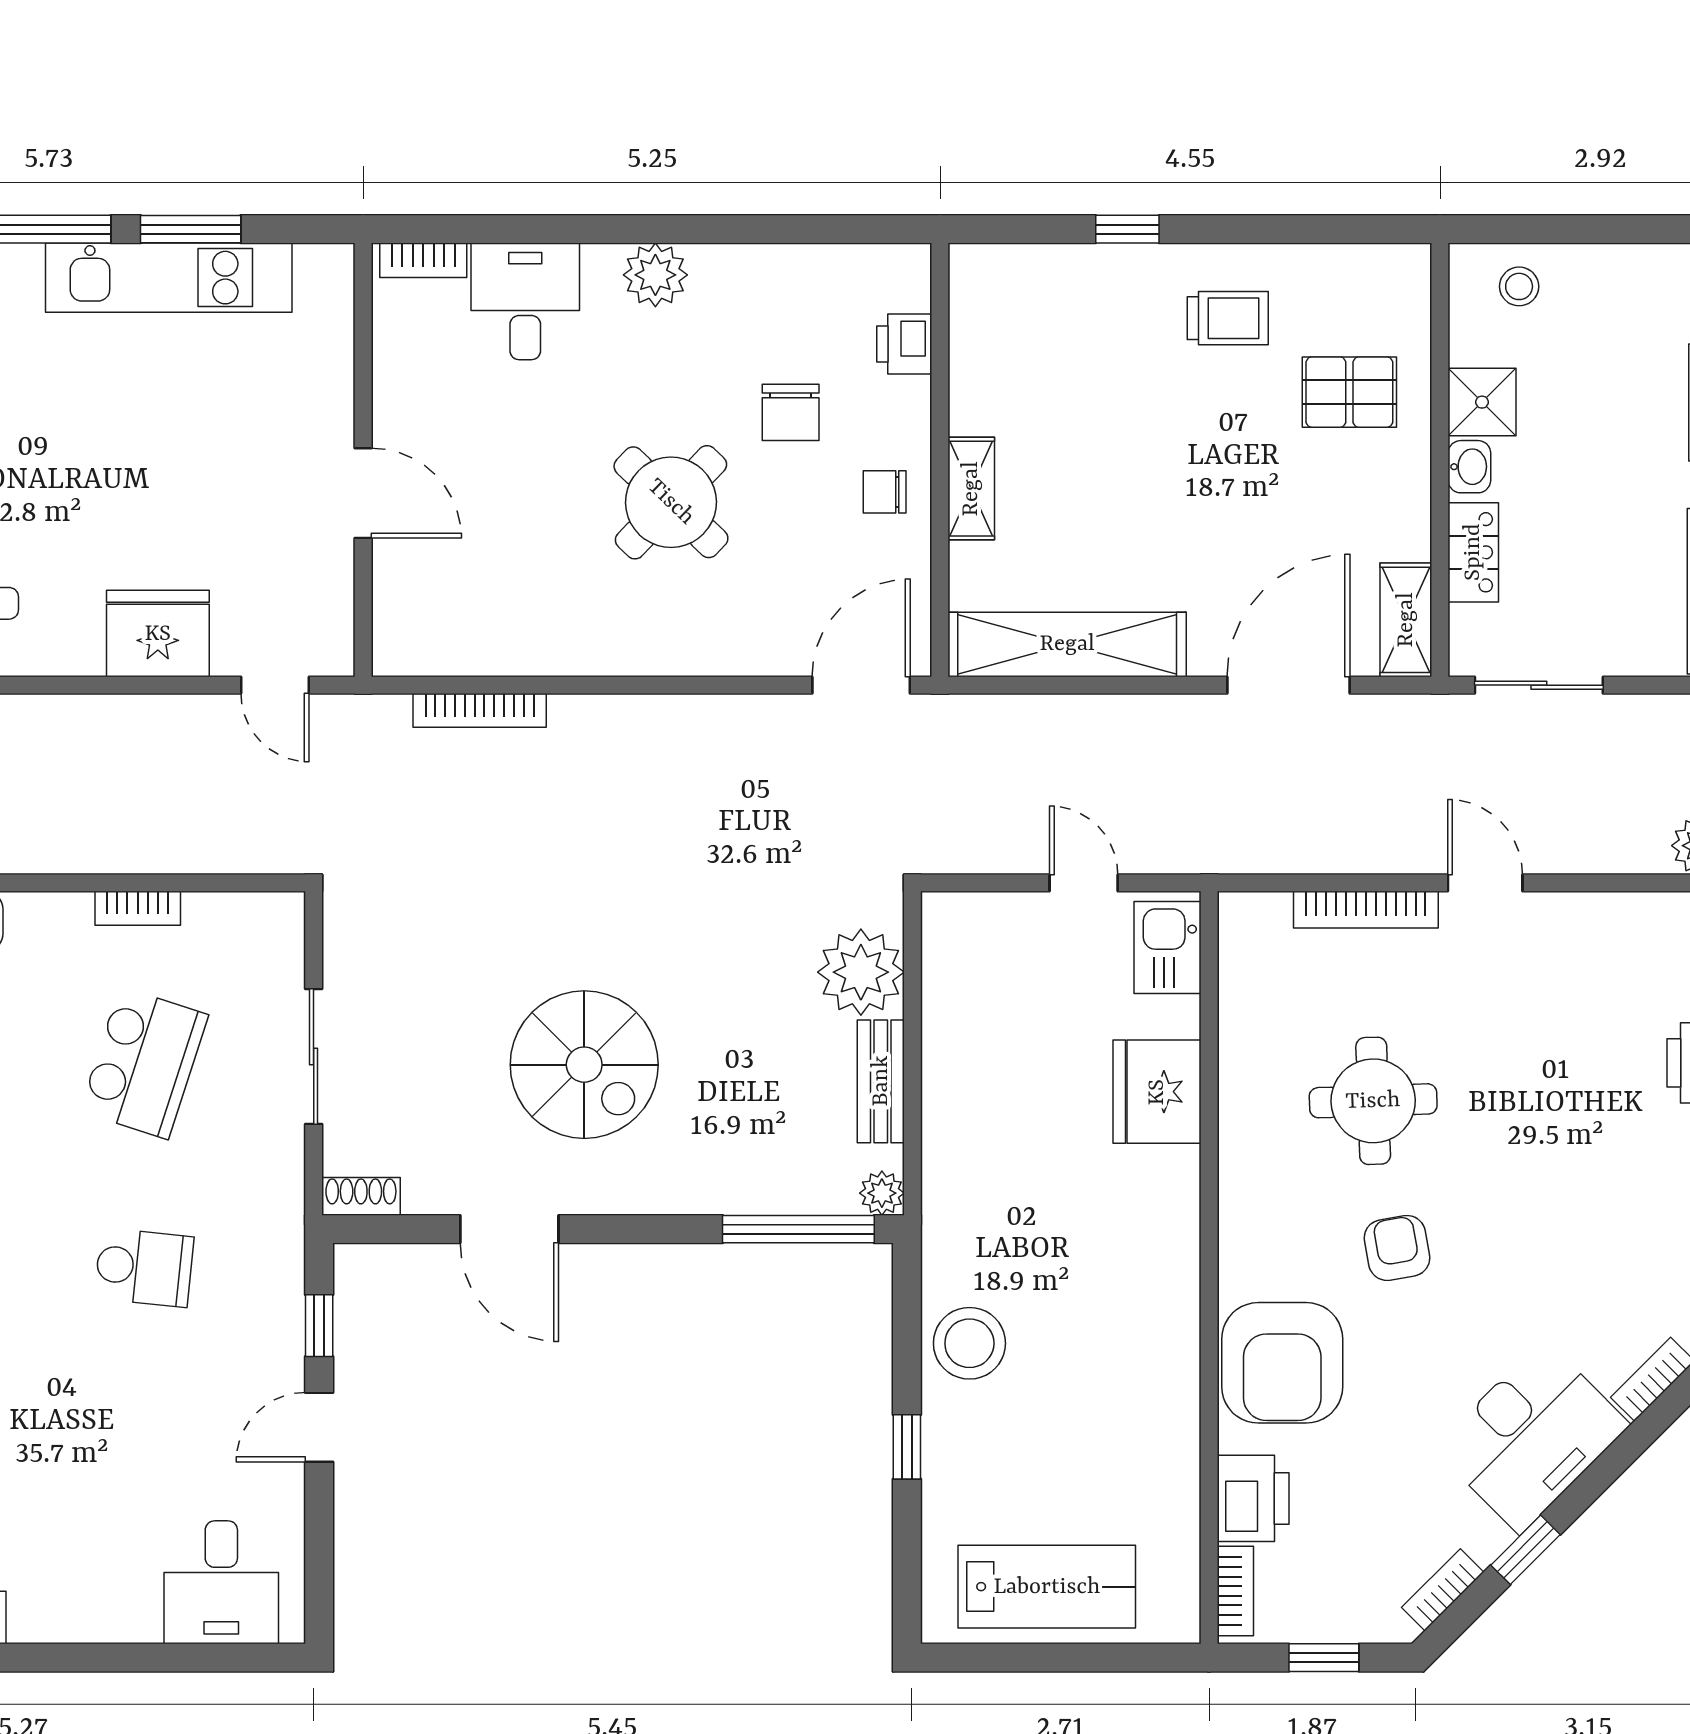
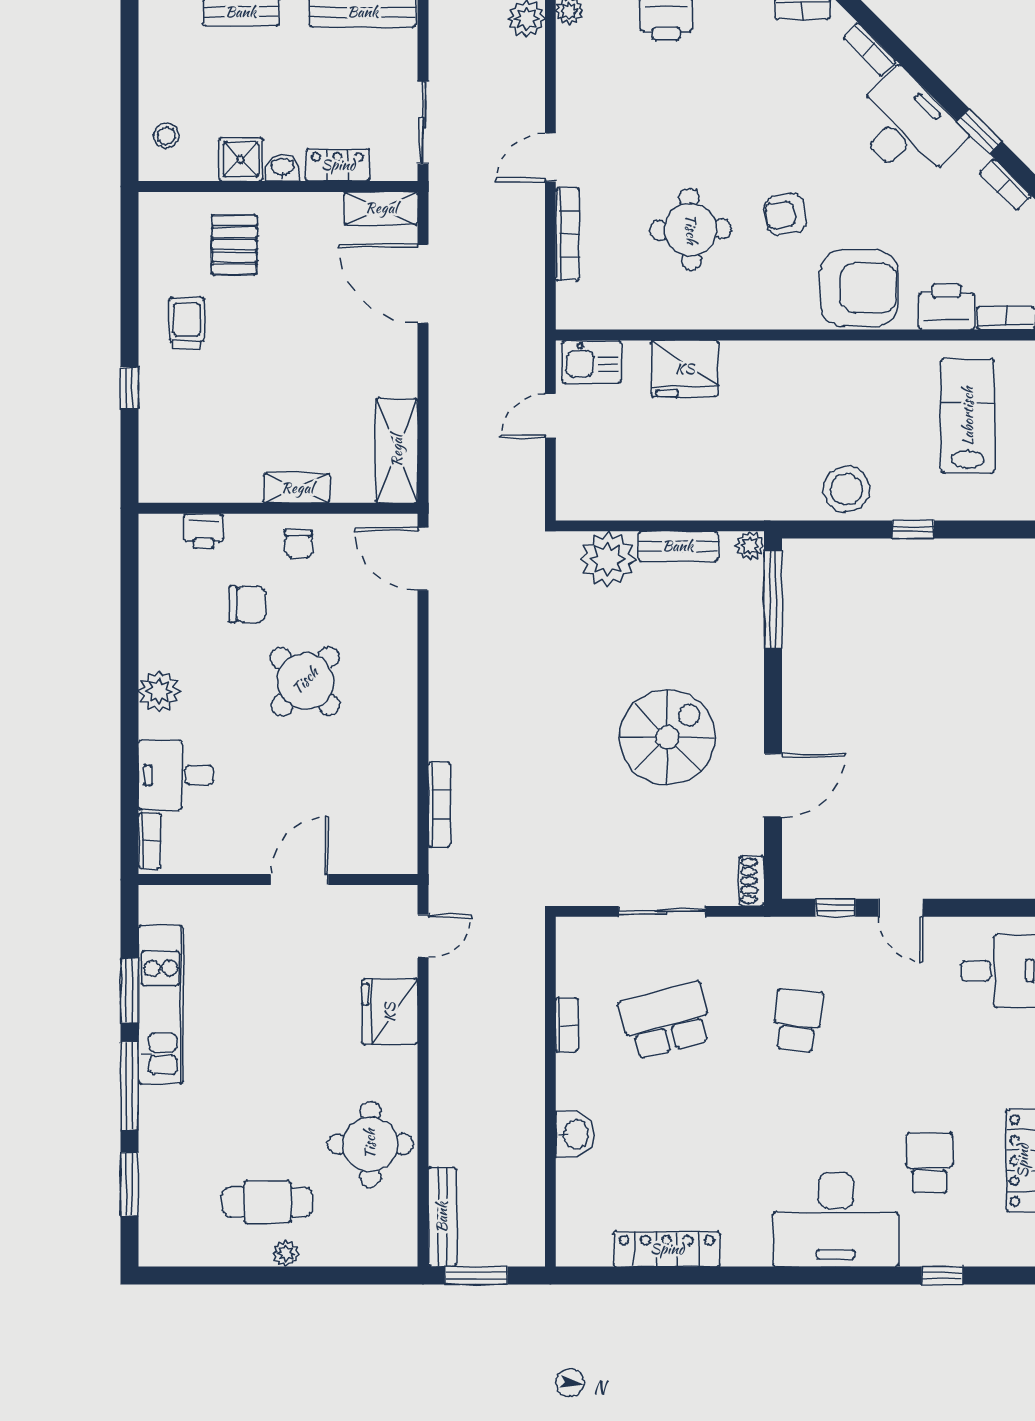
shelving: (1067, 644) -> (397, 451), width x0.68
school desk: (144, 1063) -> (666, 1020), turned -33
lab bench: (1047, 1587) -> (968, 416), moved

